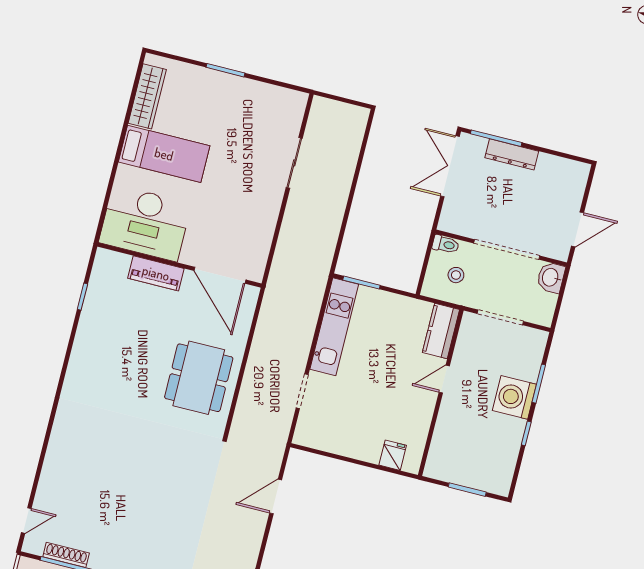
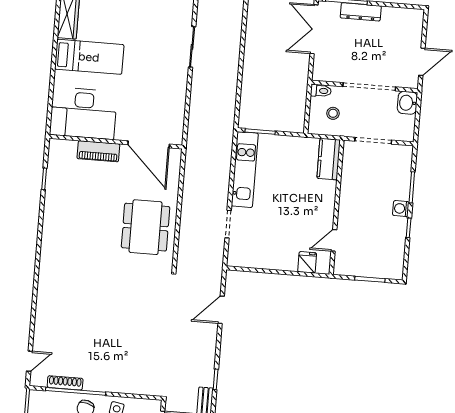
door: (444, 379) -> (334, 240), moved
washing machine: (514, 397) -> (401, 209), width x0.53, depth x0.53

